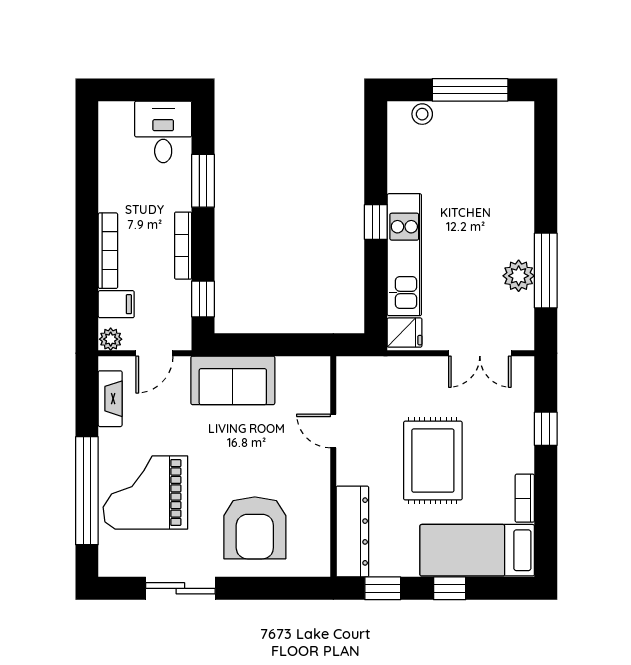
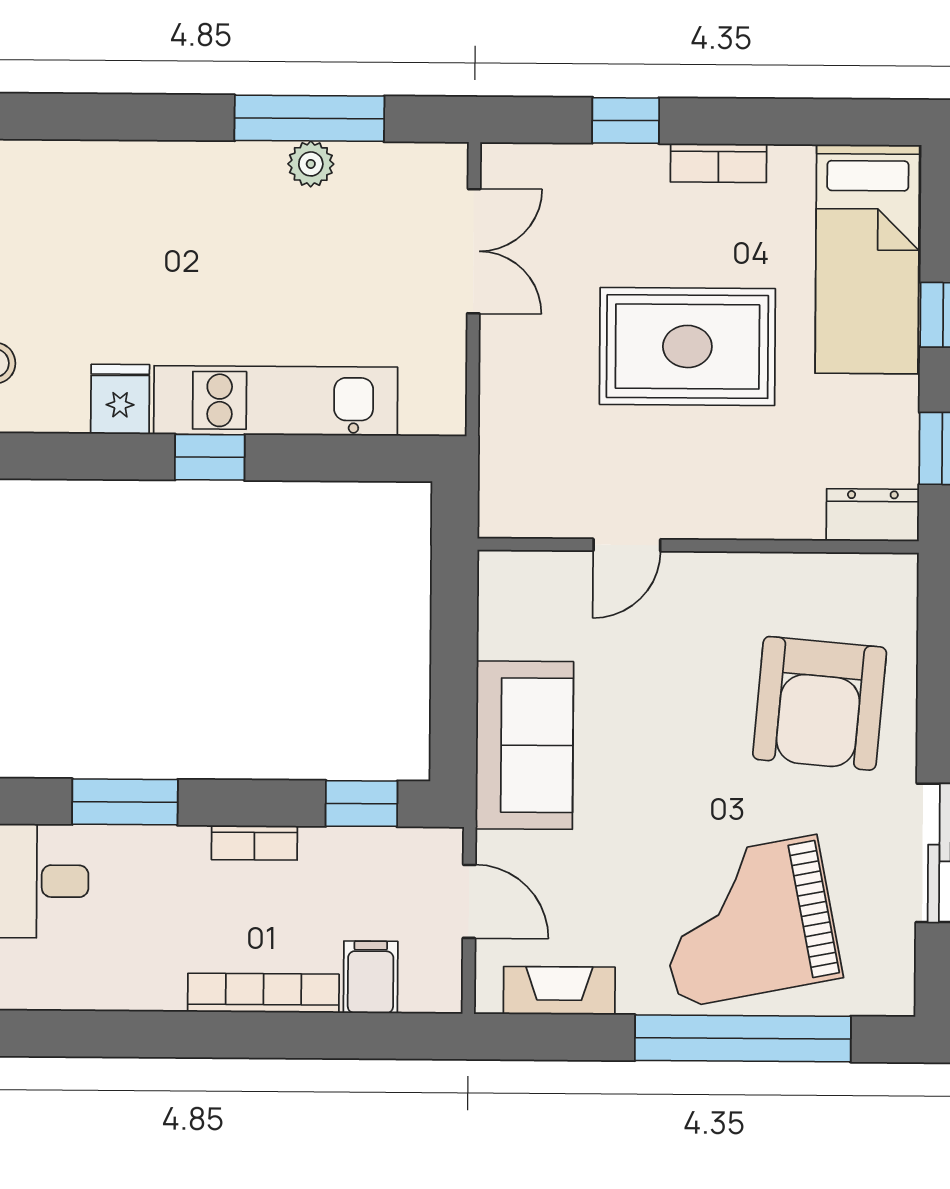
bookcase: (183, 246) -> (254, 843), width x0.64
plant: (519, 276) -> (311, 164), width x0.73, depth x0.73
fridge: (405, 333) -> (120, 399), moved
plant: (111, 339) -> (440, 989), removed
grand piano: (145, 493) -> (747, 921), turned 79
bookcase: (525, 498) -> (718, 163), moved
armchair: (255, 528) -> (820, 703), turned 95
dresser: (352, 532) -> (873, 515), width x0.51, depth x0.80

